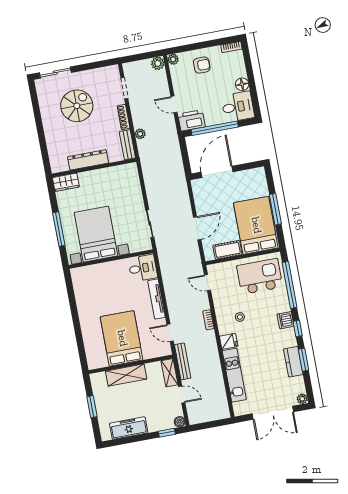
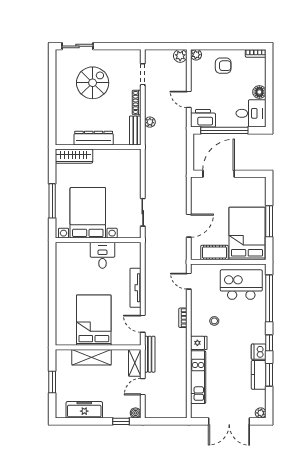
wardrobe: (66, 182) -> (74, 156), width x1.50
desk: (143, 268) -> (103, 255), moved, turned -90
dishwasher: (286, 320) -> (259, 352), moved
door: (182, 395) -> (143, 387), swing flipped

